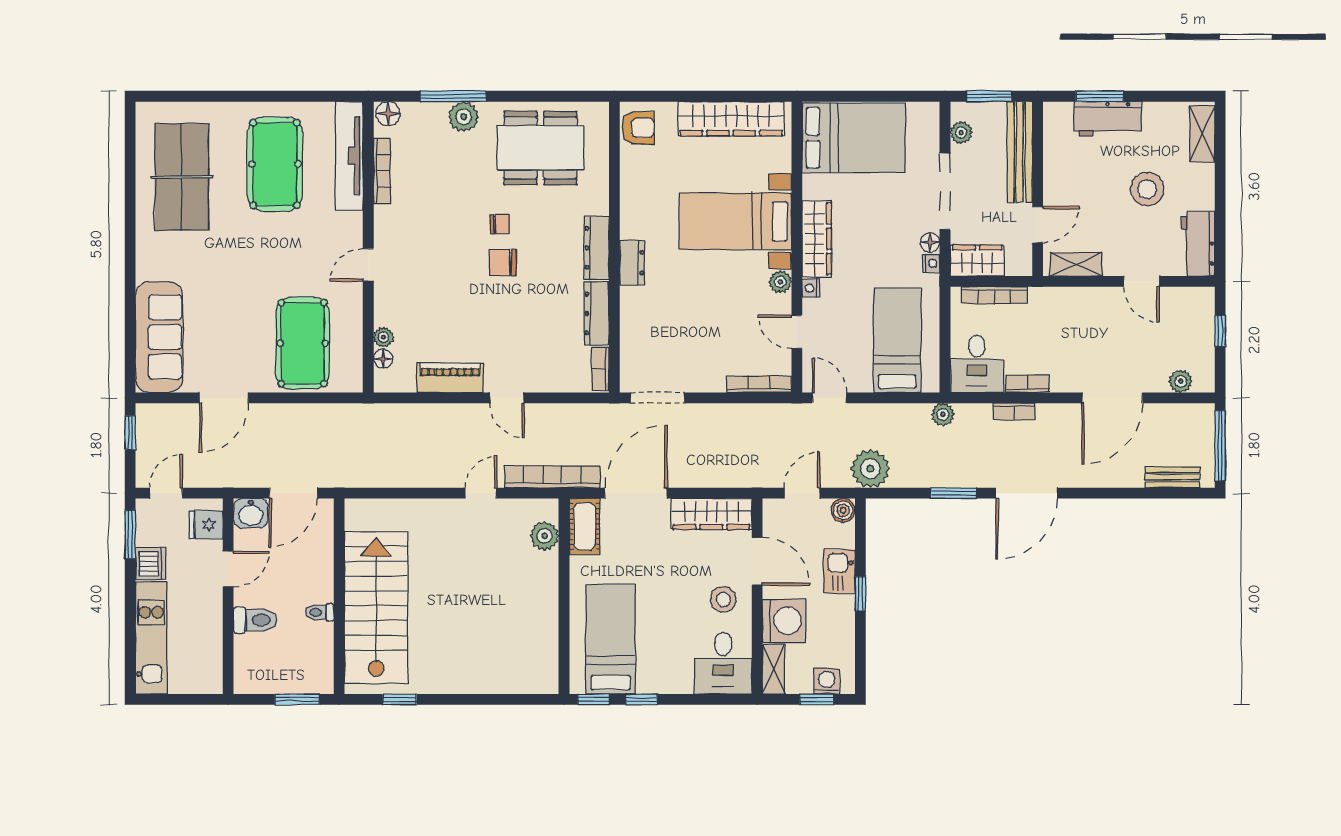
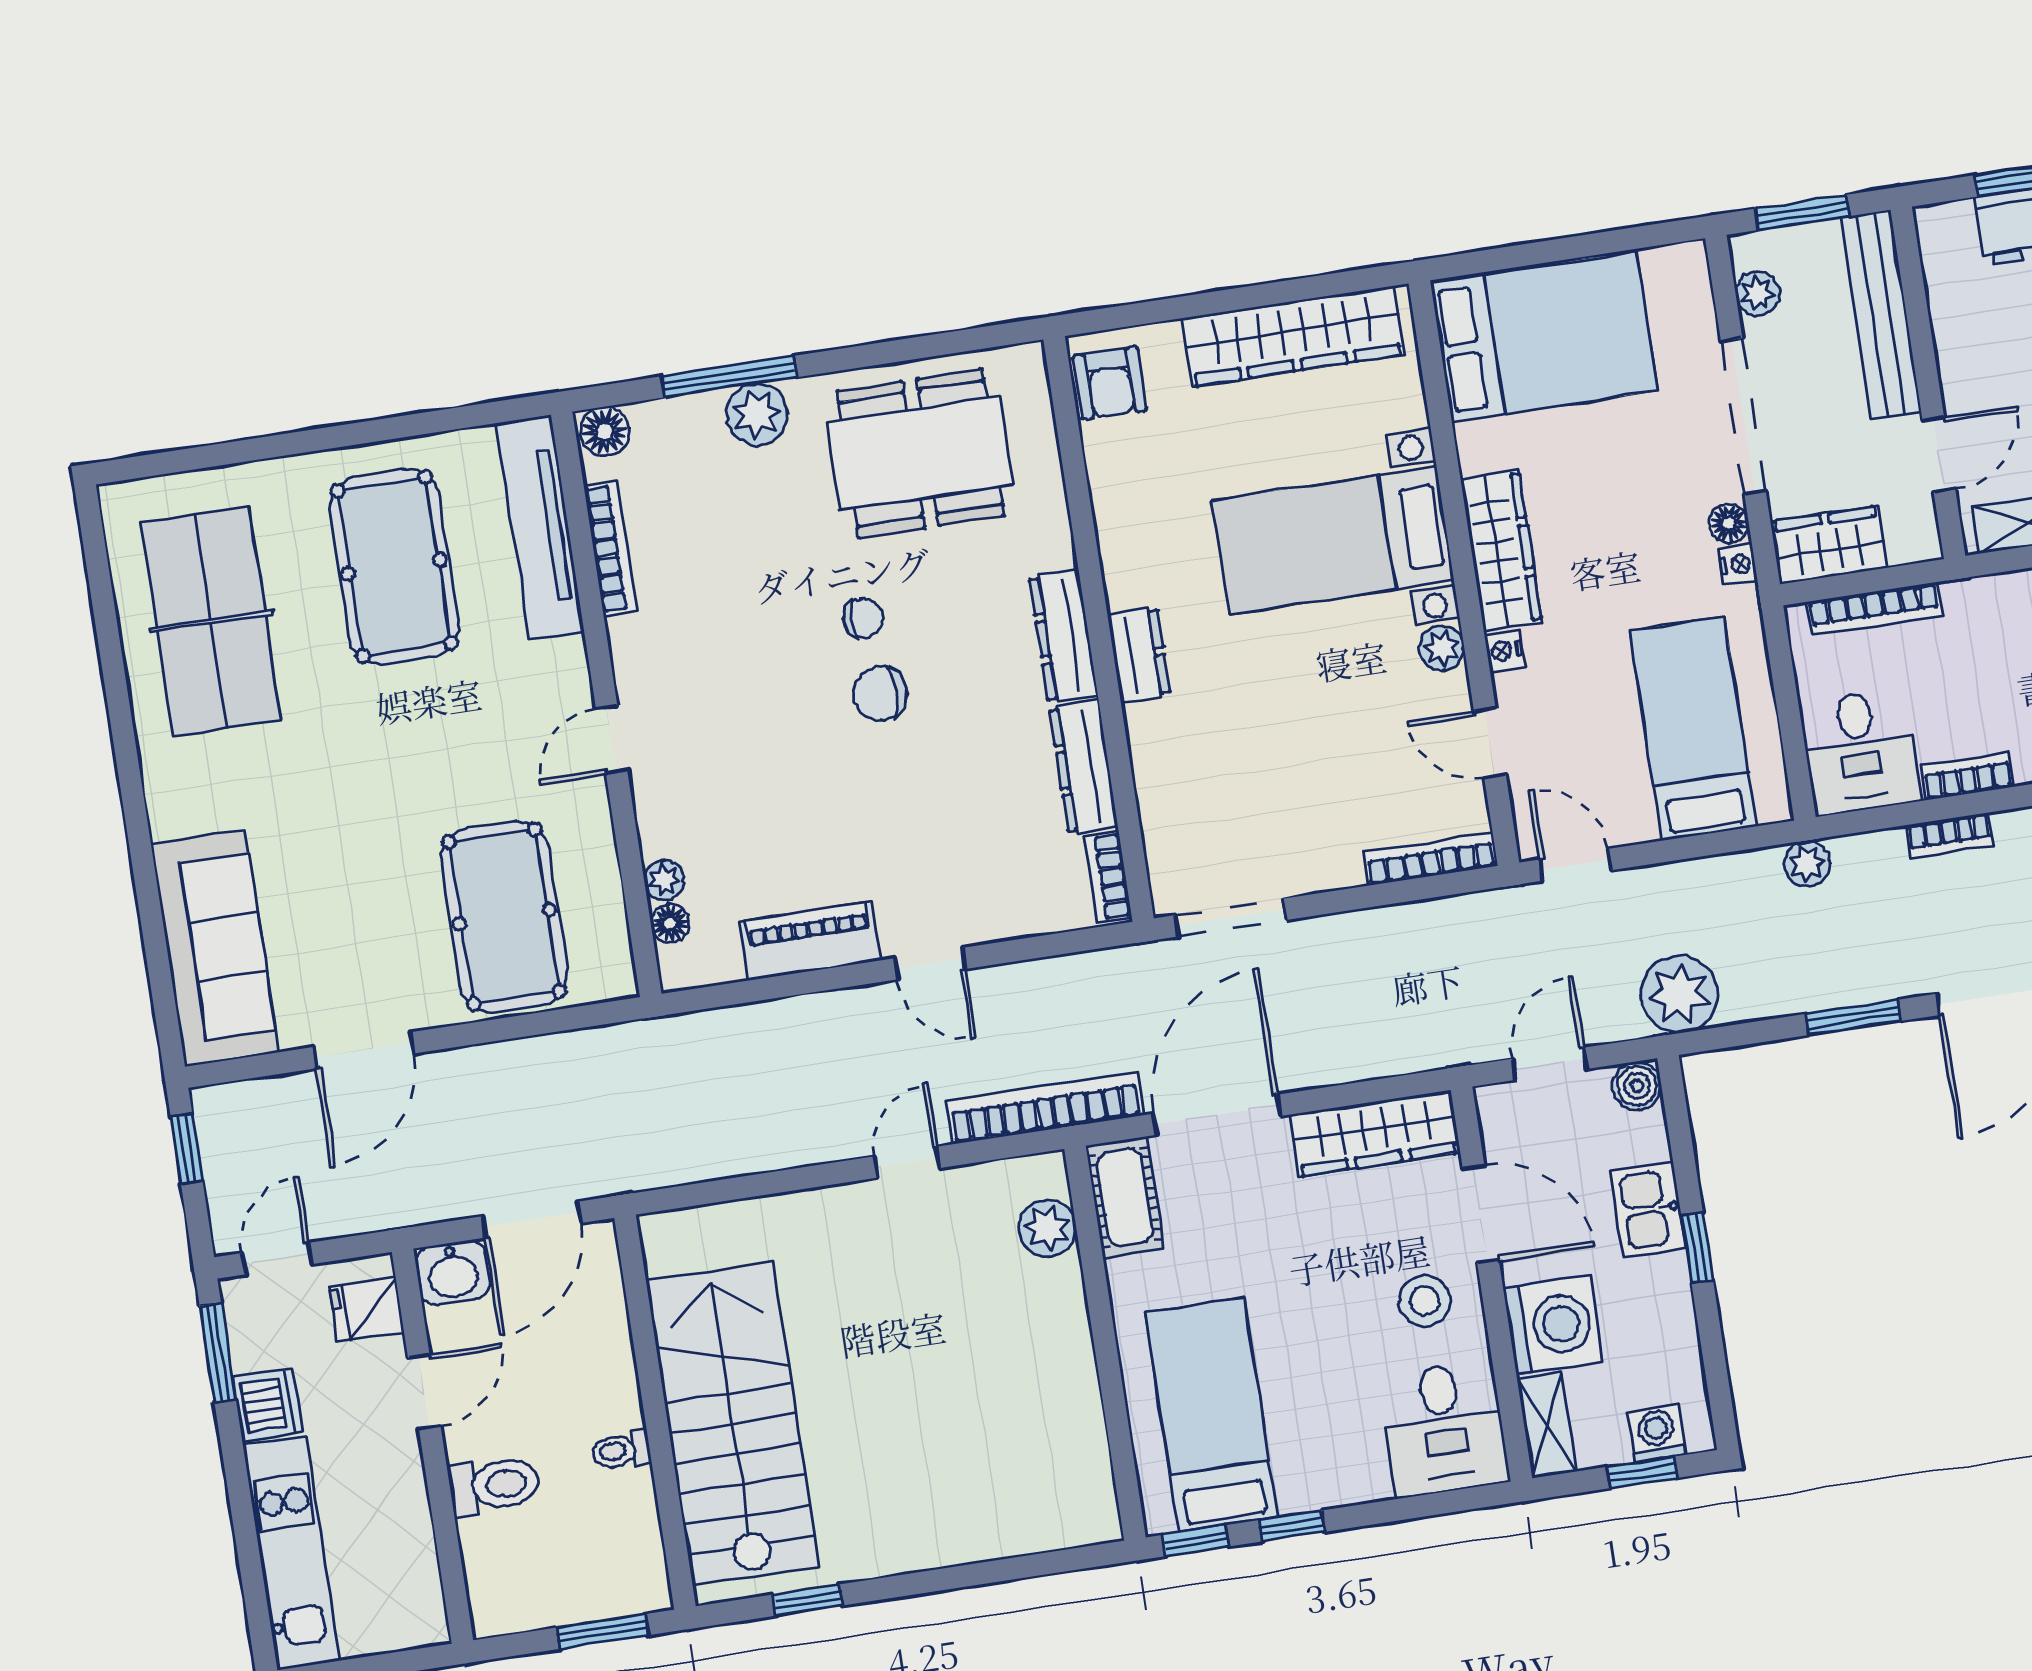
armchair: (638, 128) -> (1110, 383), turned 90

